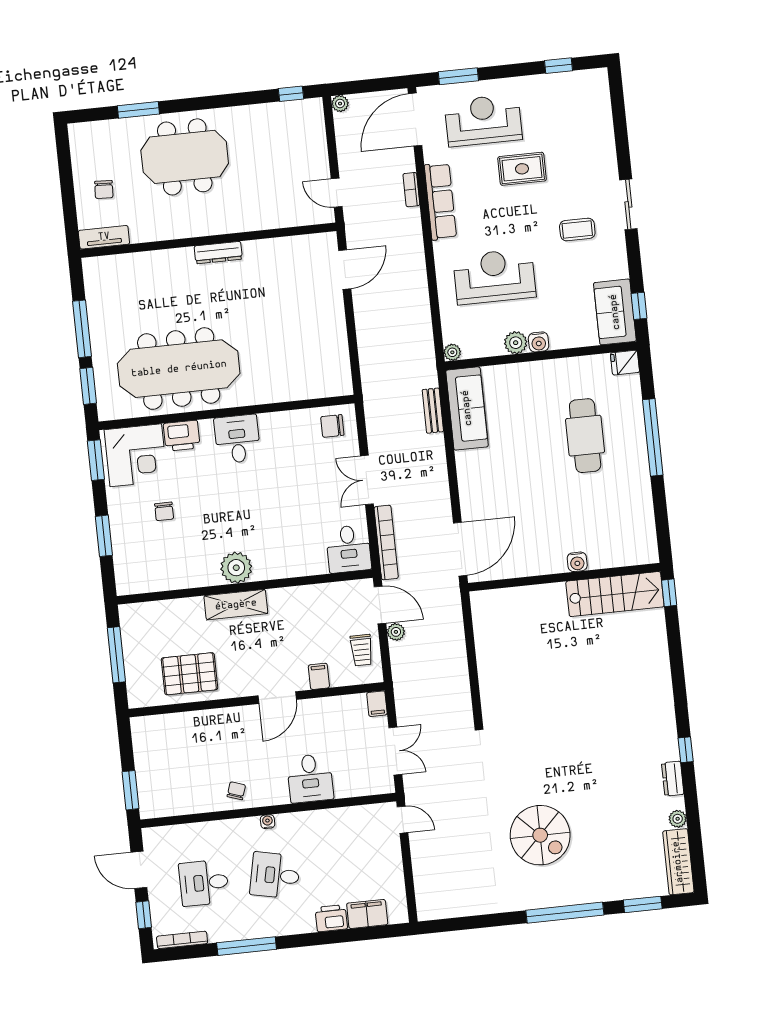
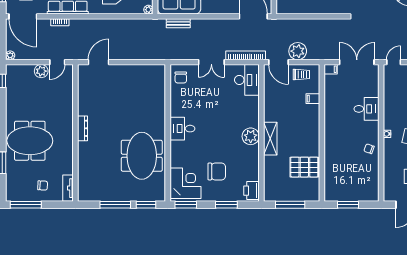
meeting table: (185, 157) -> (30, 141), turned 90
window: (65, 162) -> (26, 205), added
plant: (317, 164) -> (41, 71), added
door: (345, 270) -> (98, 62), hinge flipped
meeting table: (179, 369) -> (142, 156), width x0.73
printer: (182, 436) -> (252, 191), moved, turned 180
chair: (164, 511) -> (217, 171), width x1.87, depth x1.87
desk: (349, 549) -> (247, 80), width x1.37
door: (380, 605) -> (278, 62), swing flipped
plant: (396, 632) -> (298, 51), width x1.88, depth x1.88
pallet: (190, 674) -> (304, 167), turned 90
door: (277, 698) -> (322, 122), removed
double door: (395, 751) -> (357, 62), width x1.37
window: (131, 790) -> (348, 205), moved

